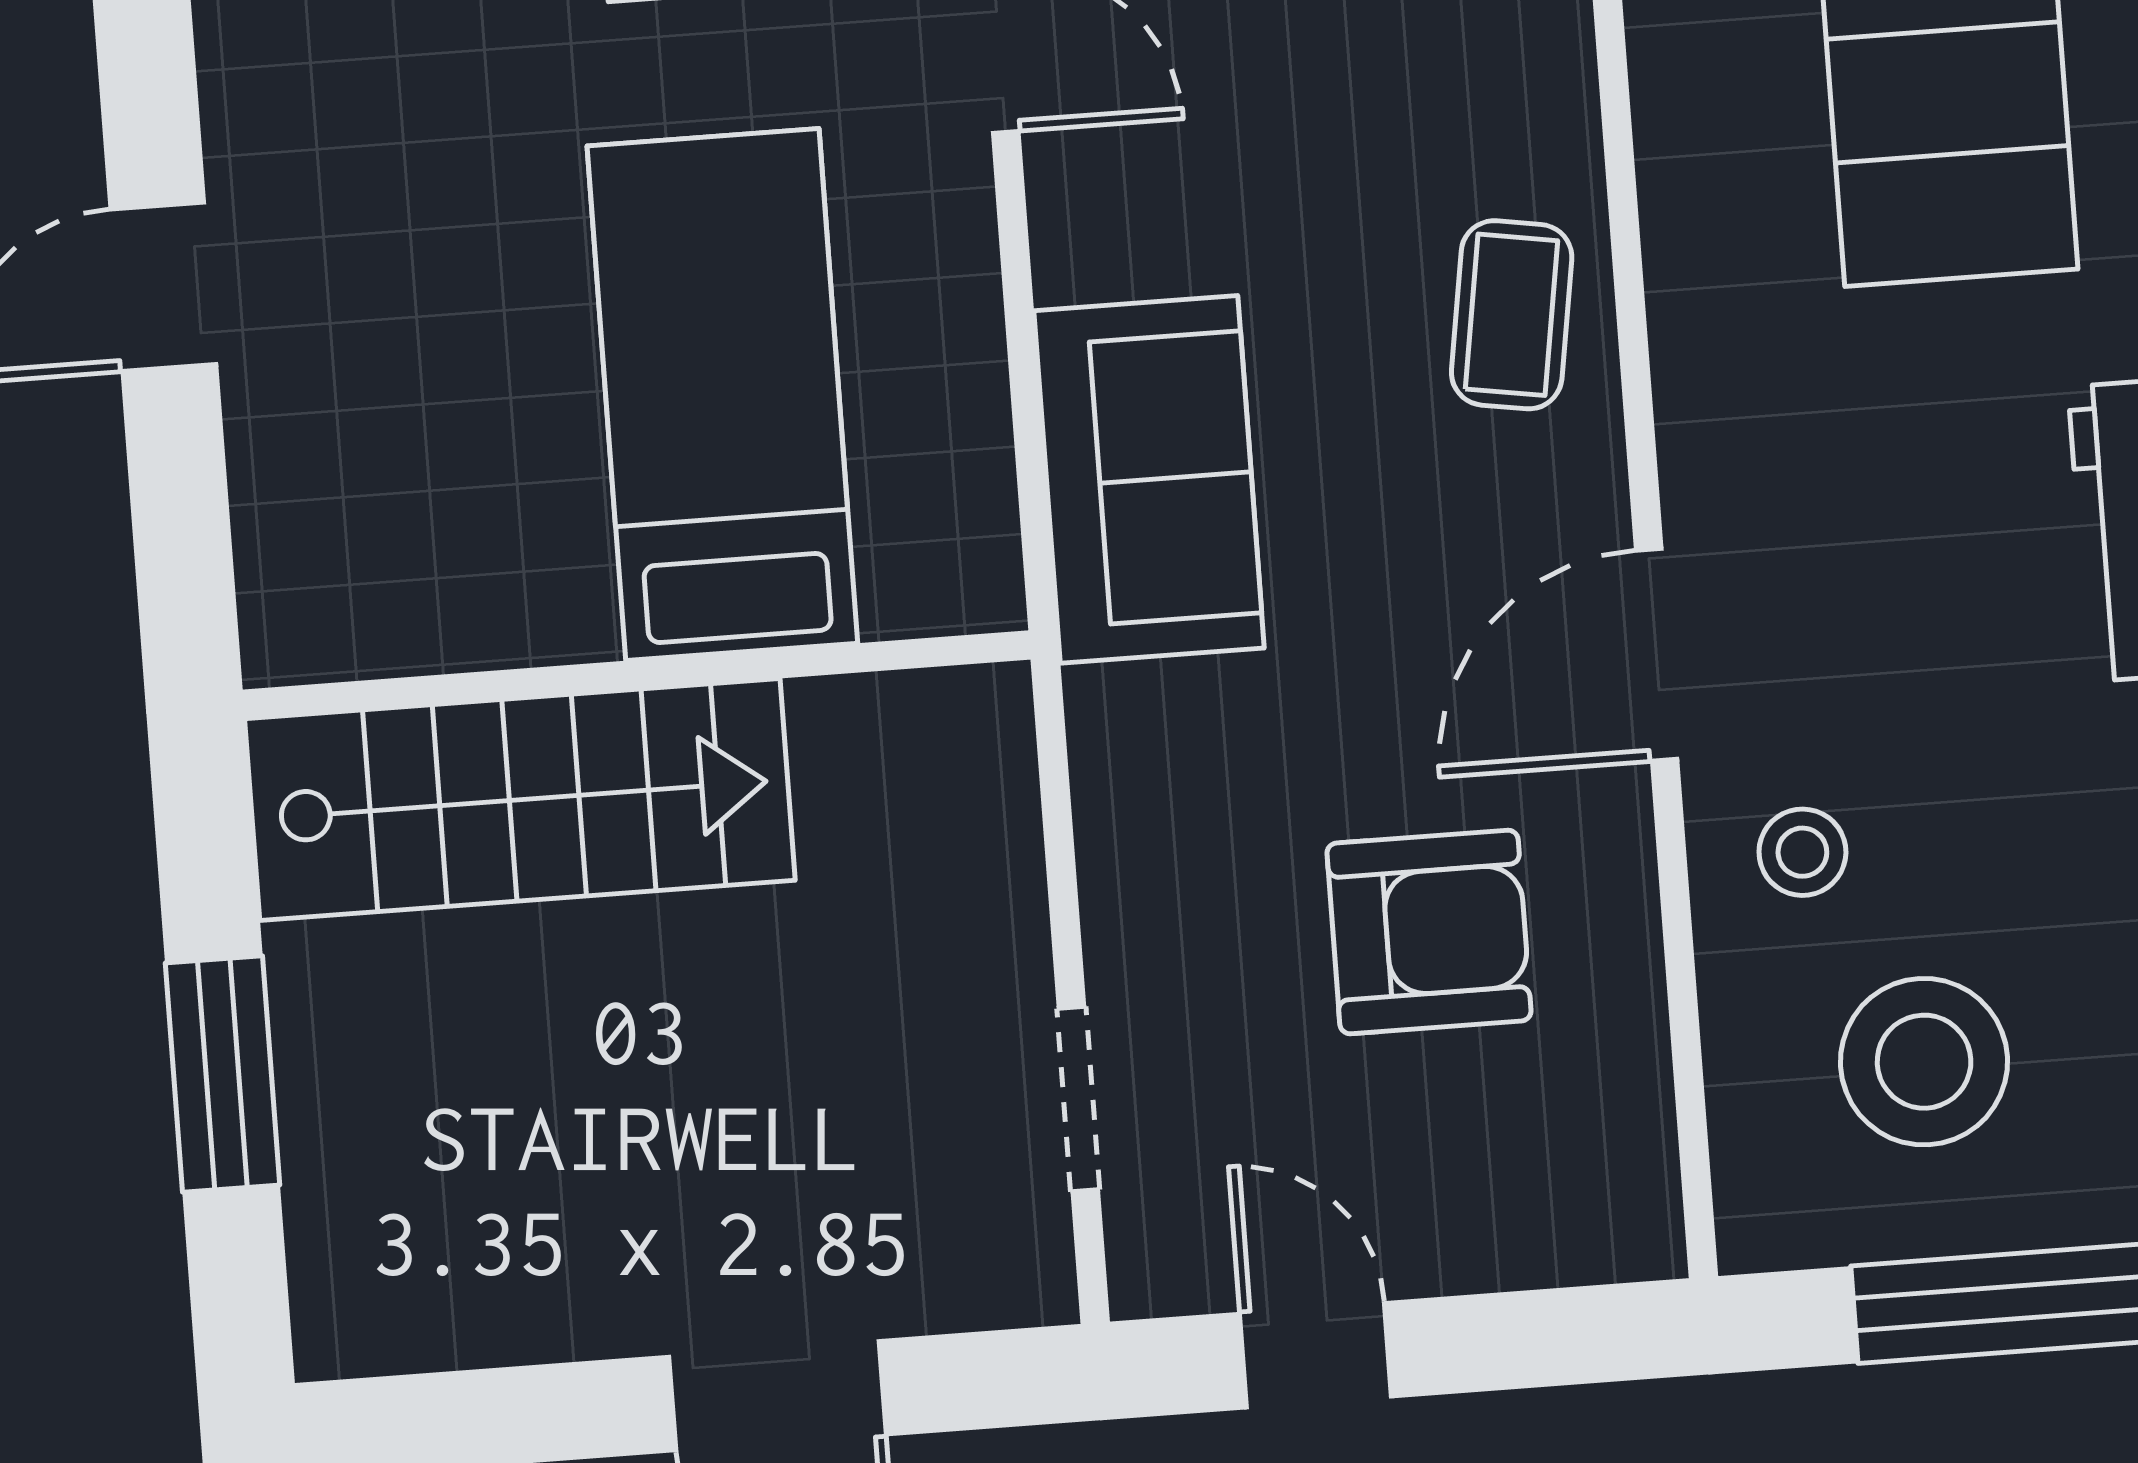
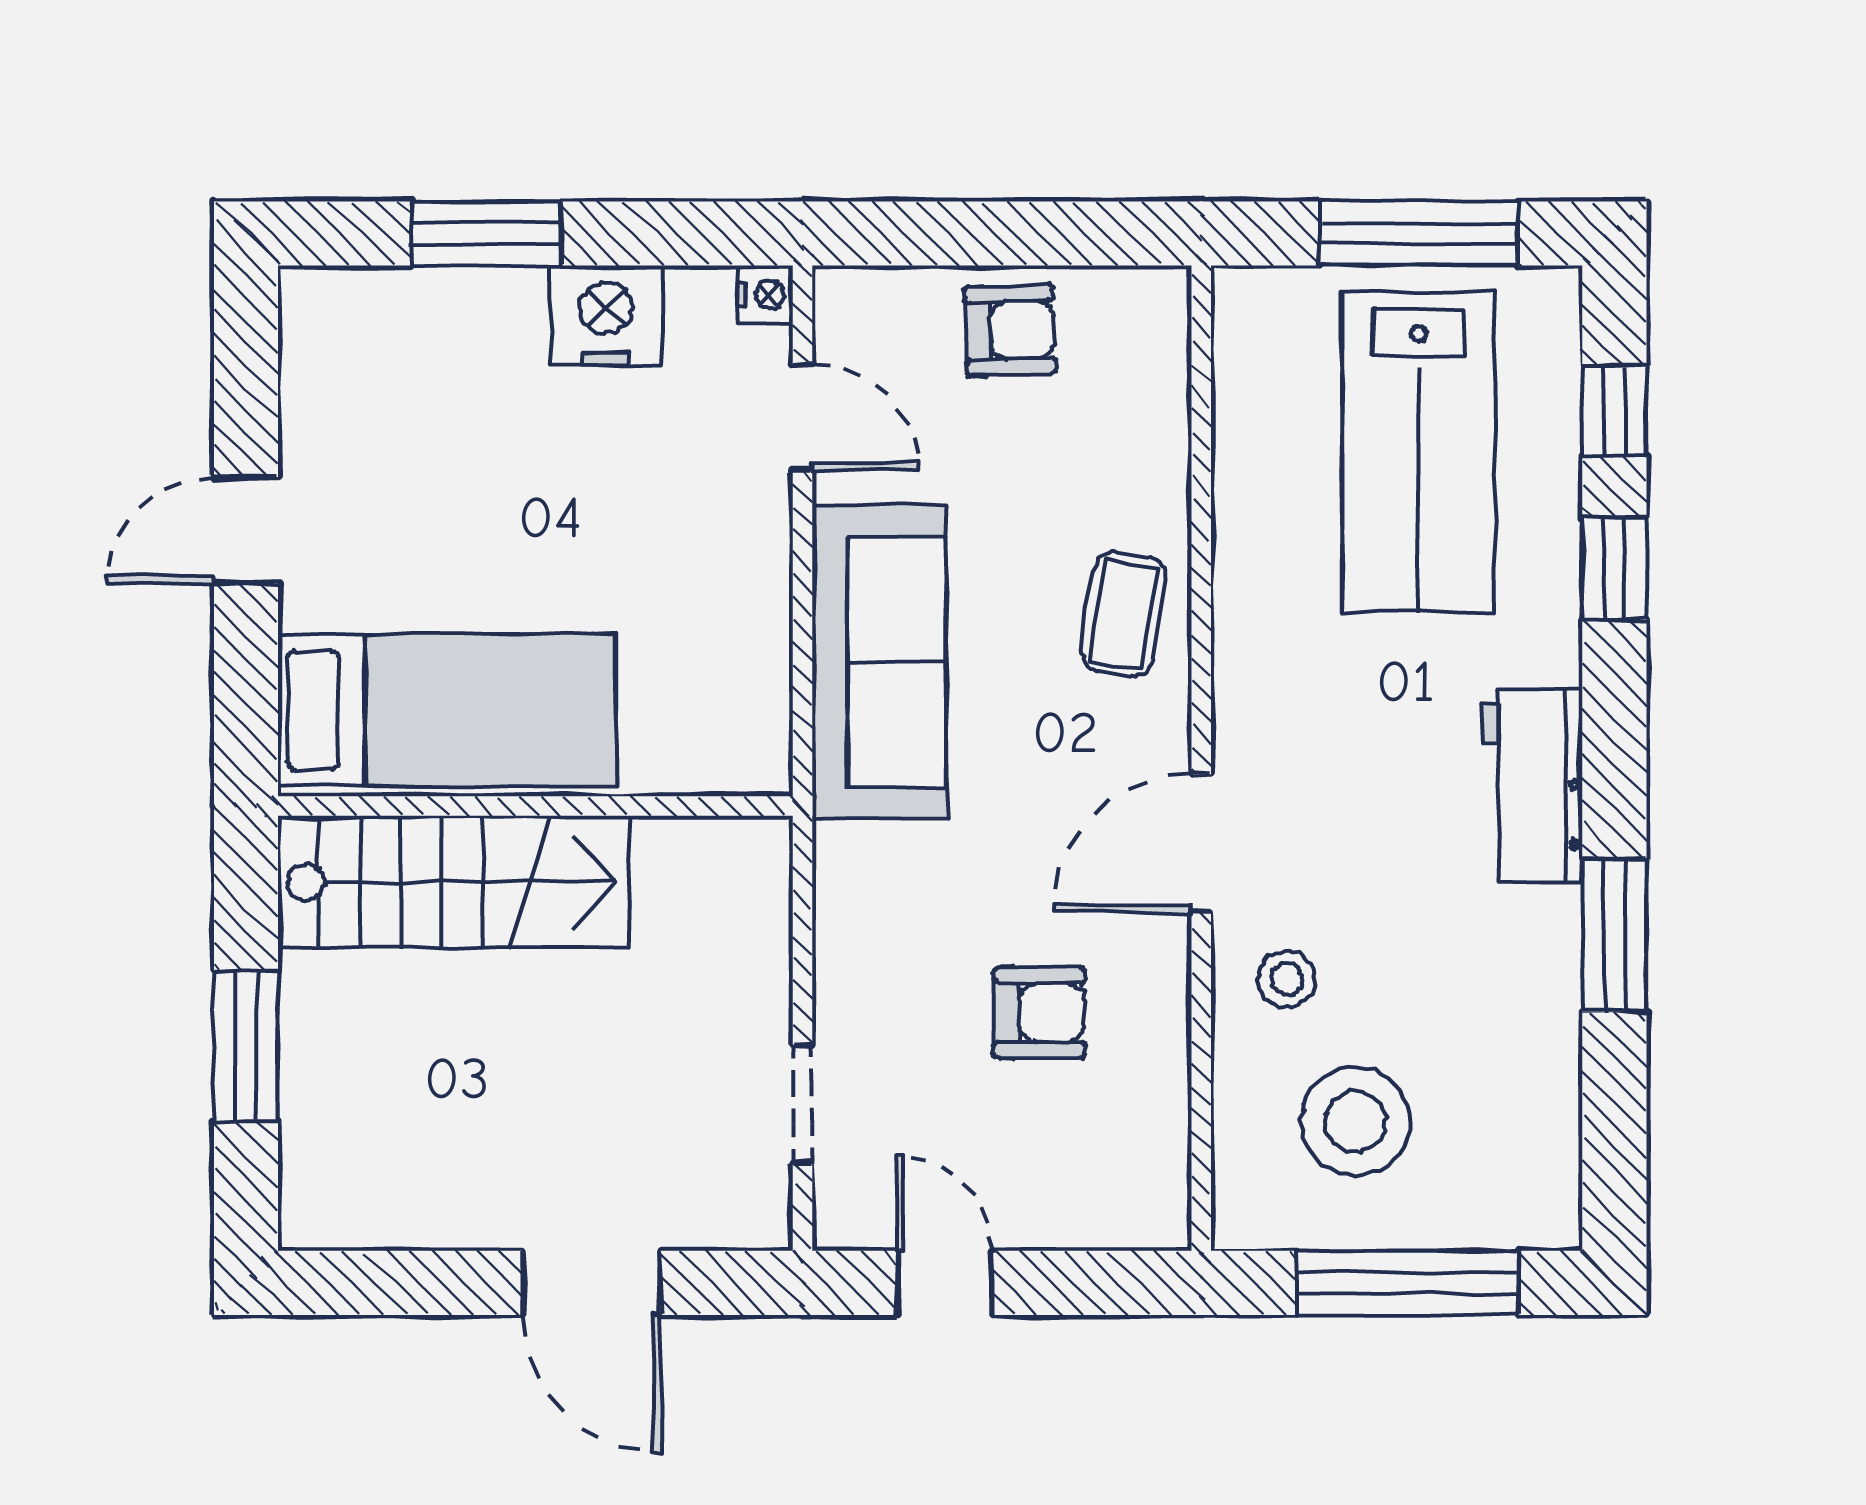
bed: (722, 395) -> (447, 710), moved, turned 90
sofa: (1149, 479) -> (879, 662), width x1.36
armchair: (1429, 932) -> (1039, 1013), width x0.72, depth x0.72

